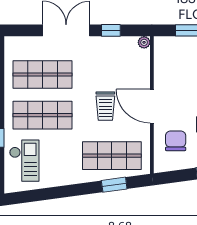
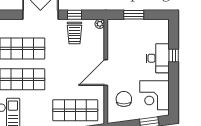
trolley: (105, 106) -> (74, 33), moved
door: (152, 106) -> (106, 72), hinge flipped

